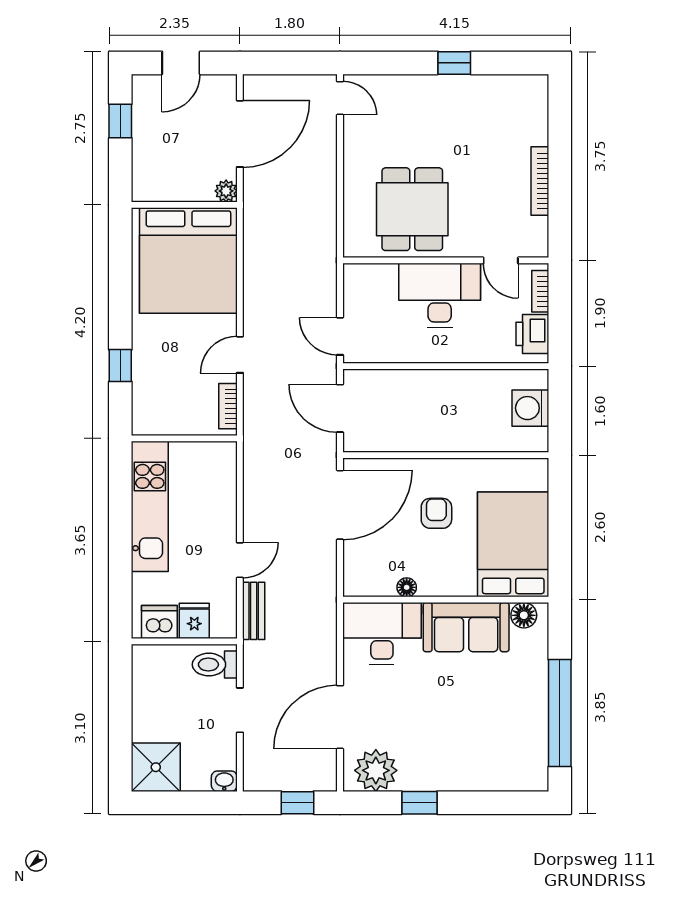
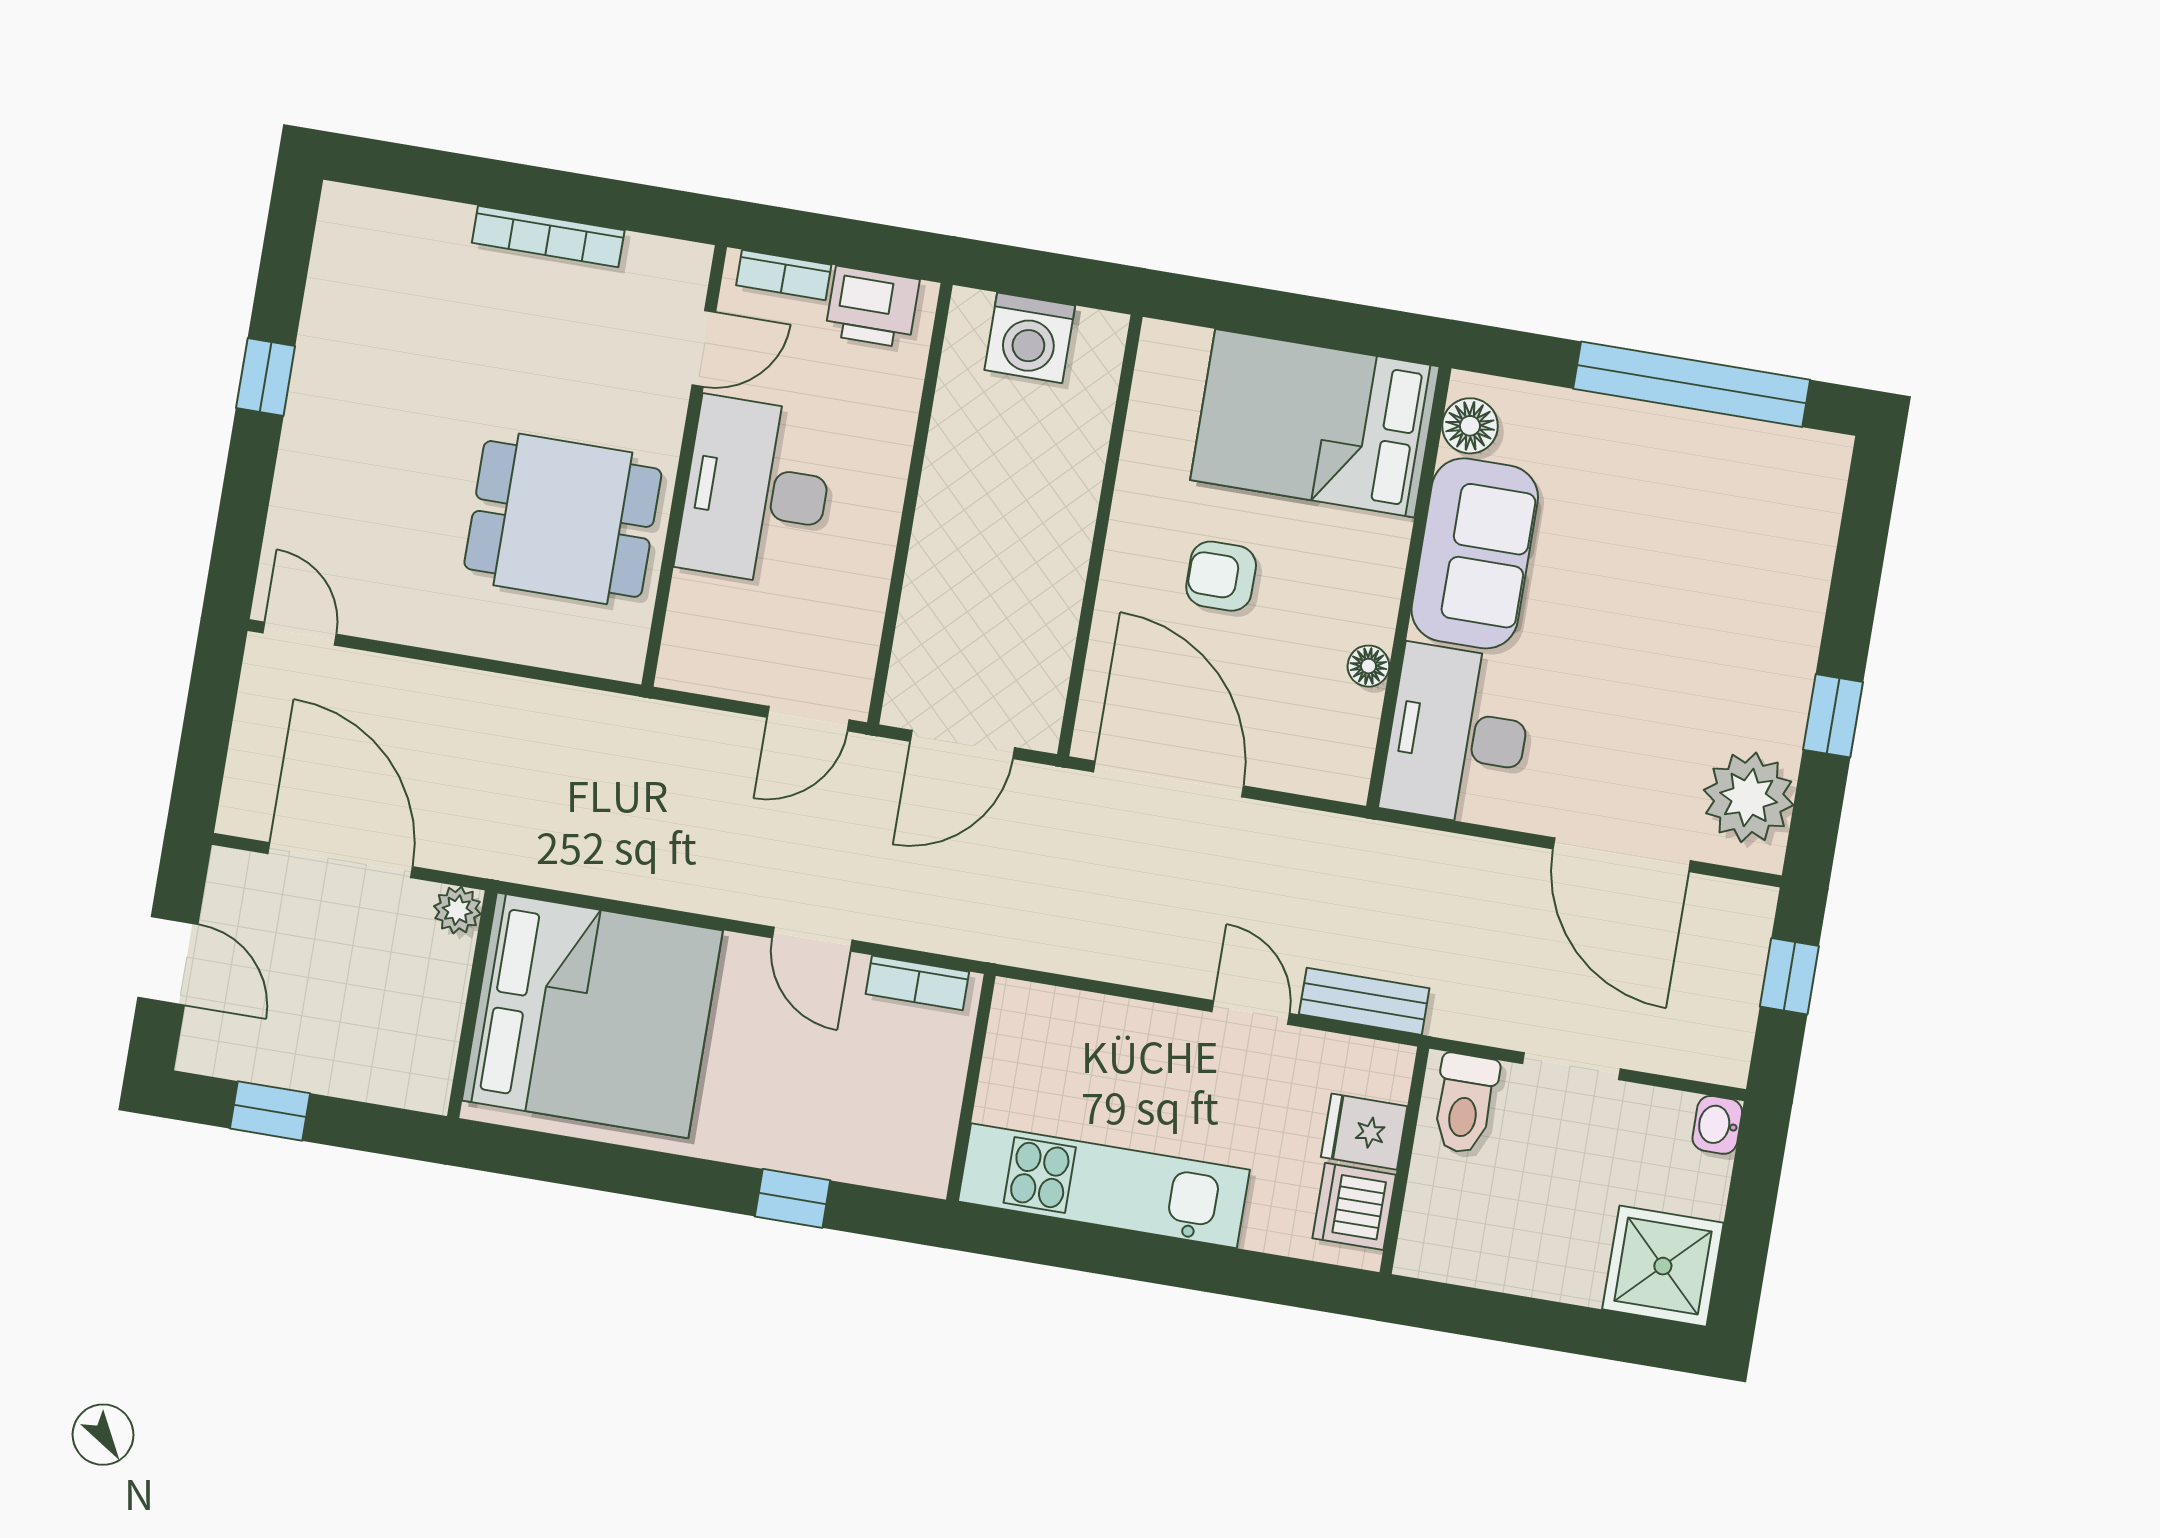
door: (340, 98) -> (300, 634), hinge flipped

